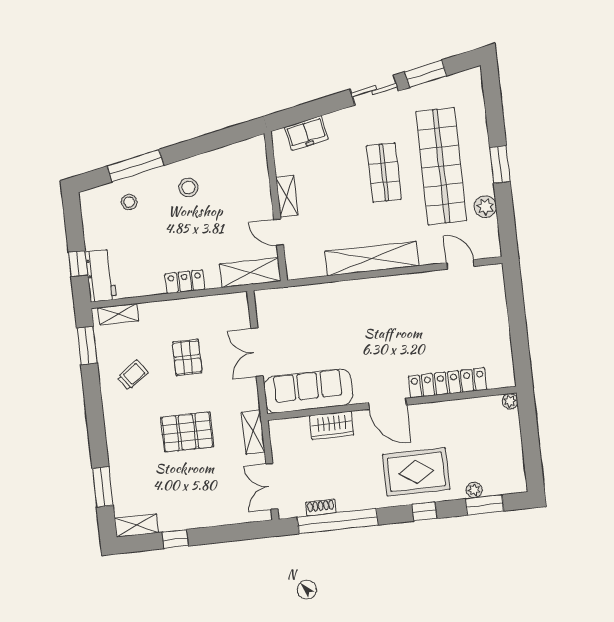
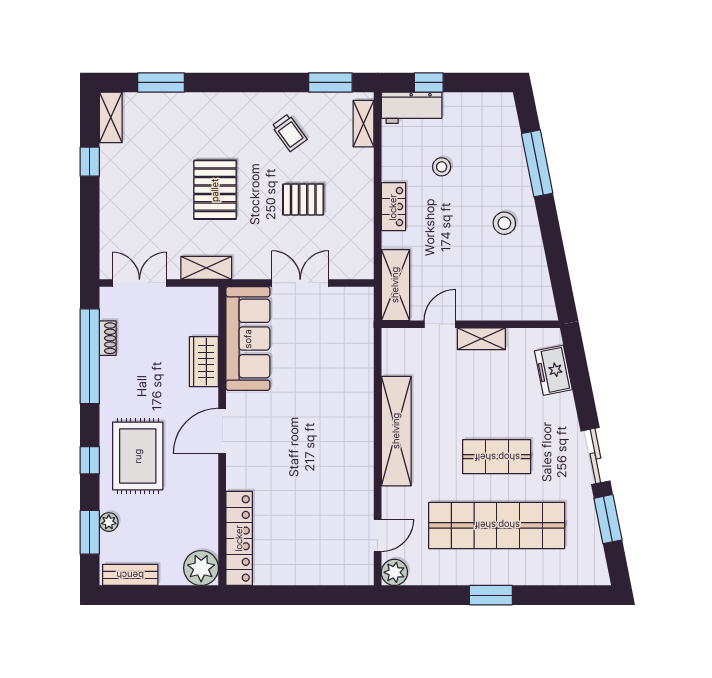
stool: (129, 202) -> (442, 167), moved
plant: (485, 207) -> (394, 572), moved
locker: (448, 383) -> (239, 538), moved
plant: (510, 401) -> (201, 568), width x1.87, depth x1.87
bench: (516, 467) -> (130, 575), added

